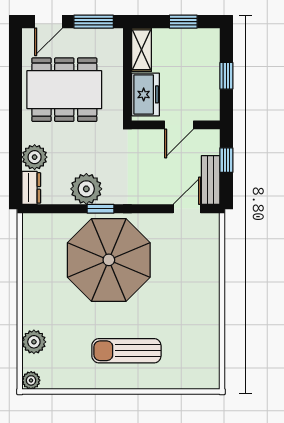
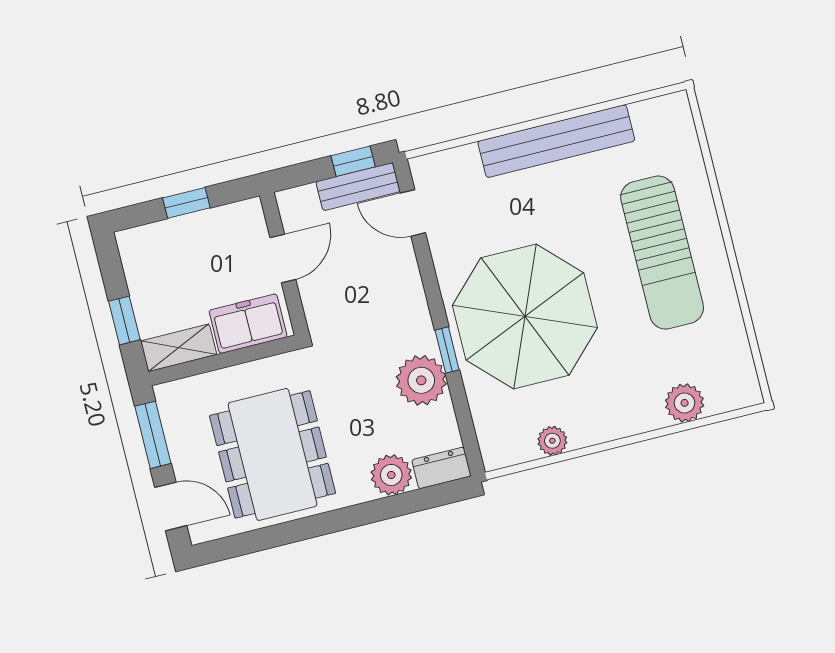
window: (183, 22) -> (124, 320), moved
door: (179, 125) -> (283, 259), hinge flipped
window: (226, 160) -> (353, 161), moved
bench: (208, 304) -> (556, 141), added
sun lounger: (126, 351) -> (662, 253), width x1.36, depth x1.34
plant: (31, 380) -> (552, 441), moved

